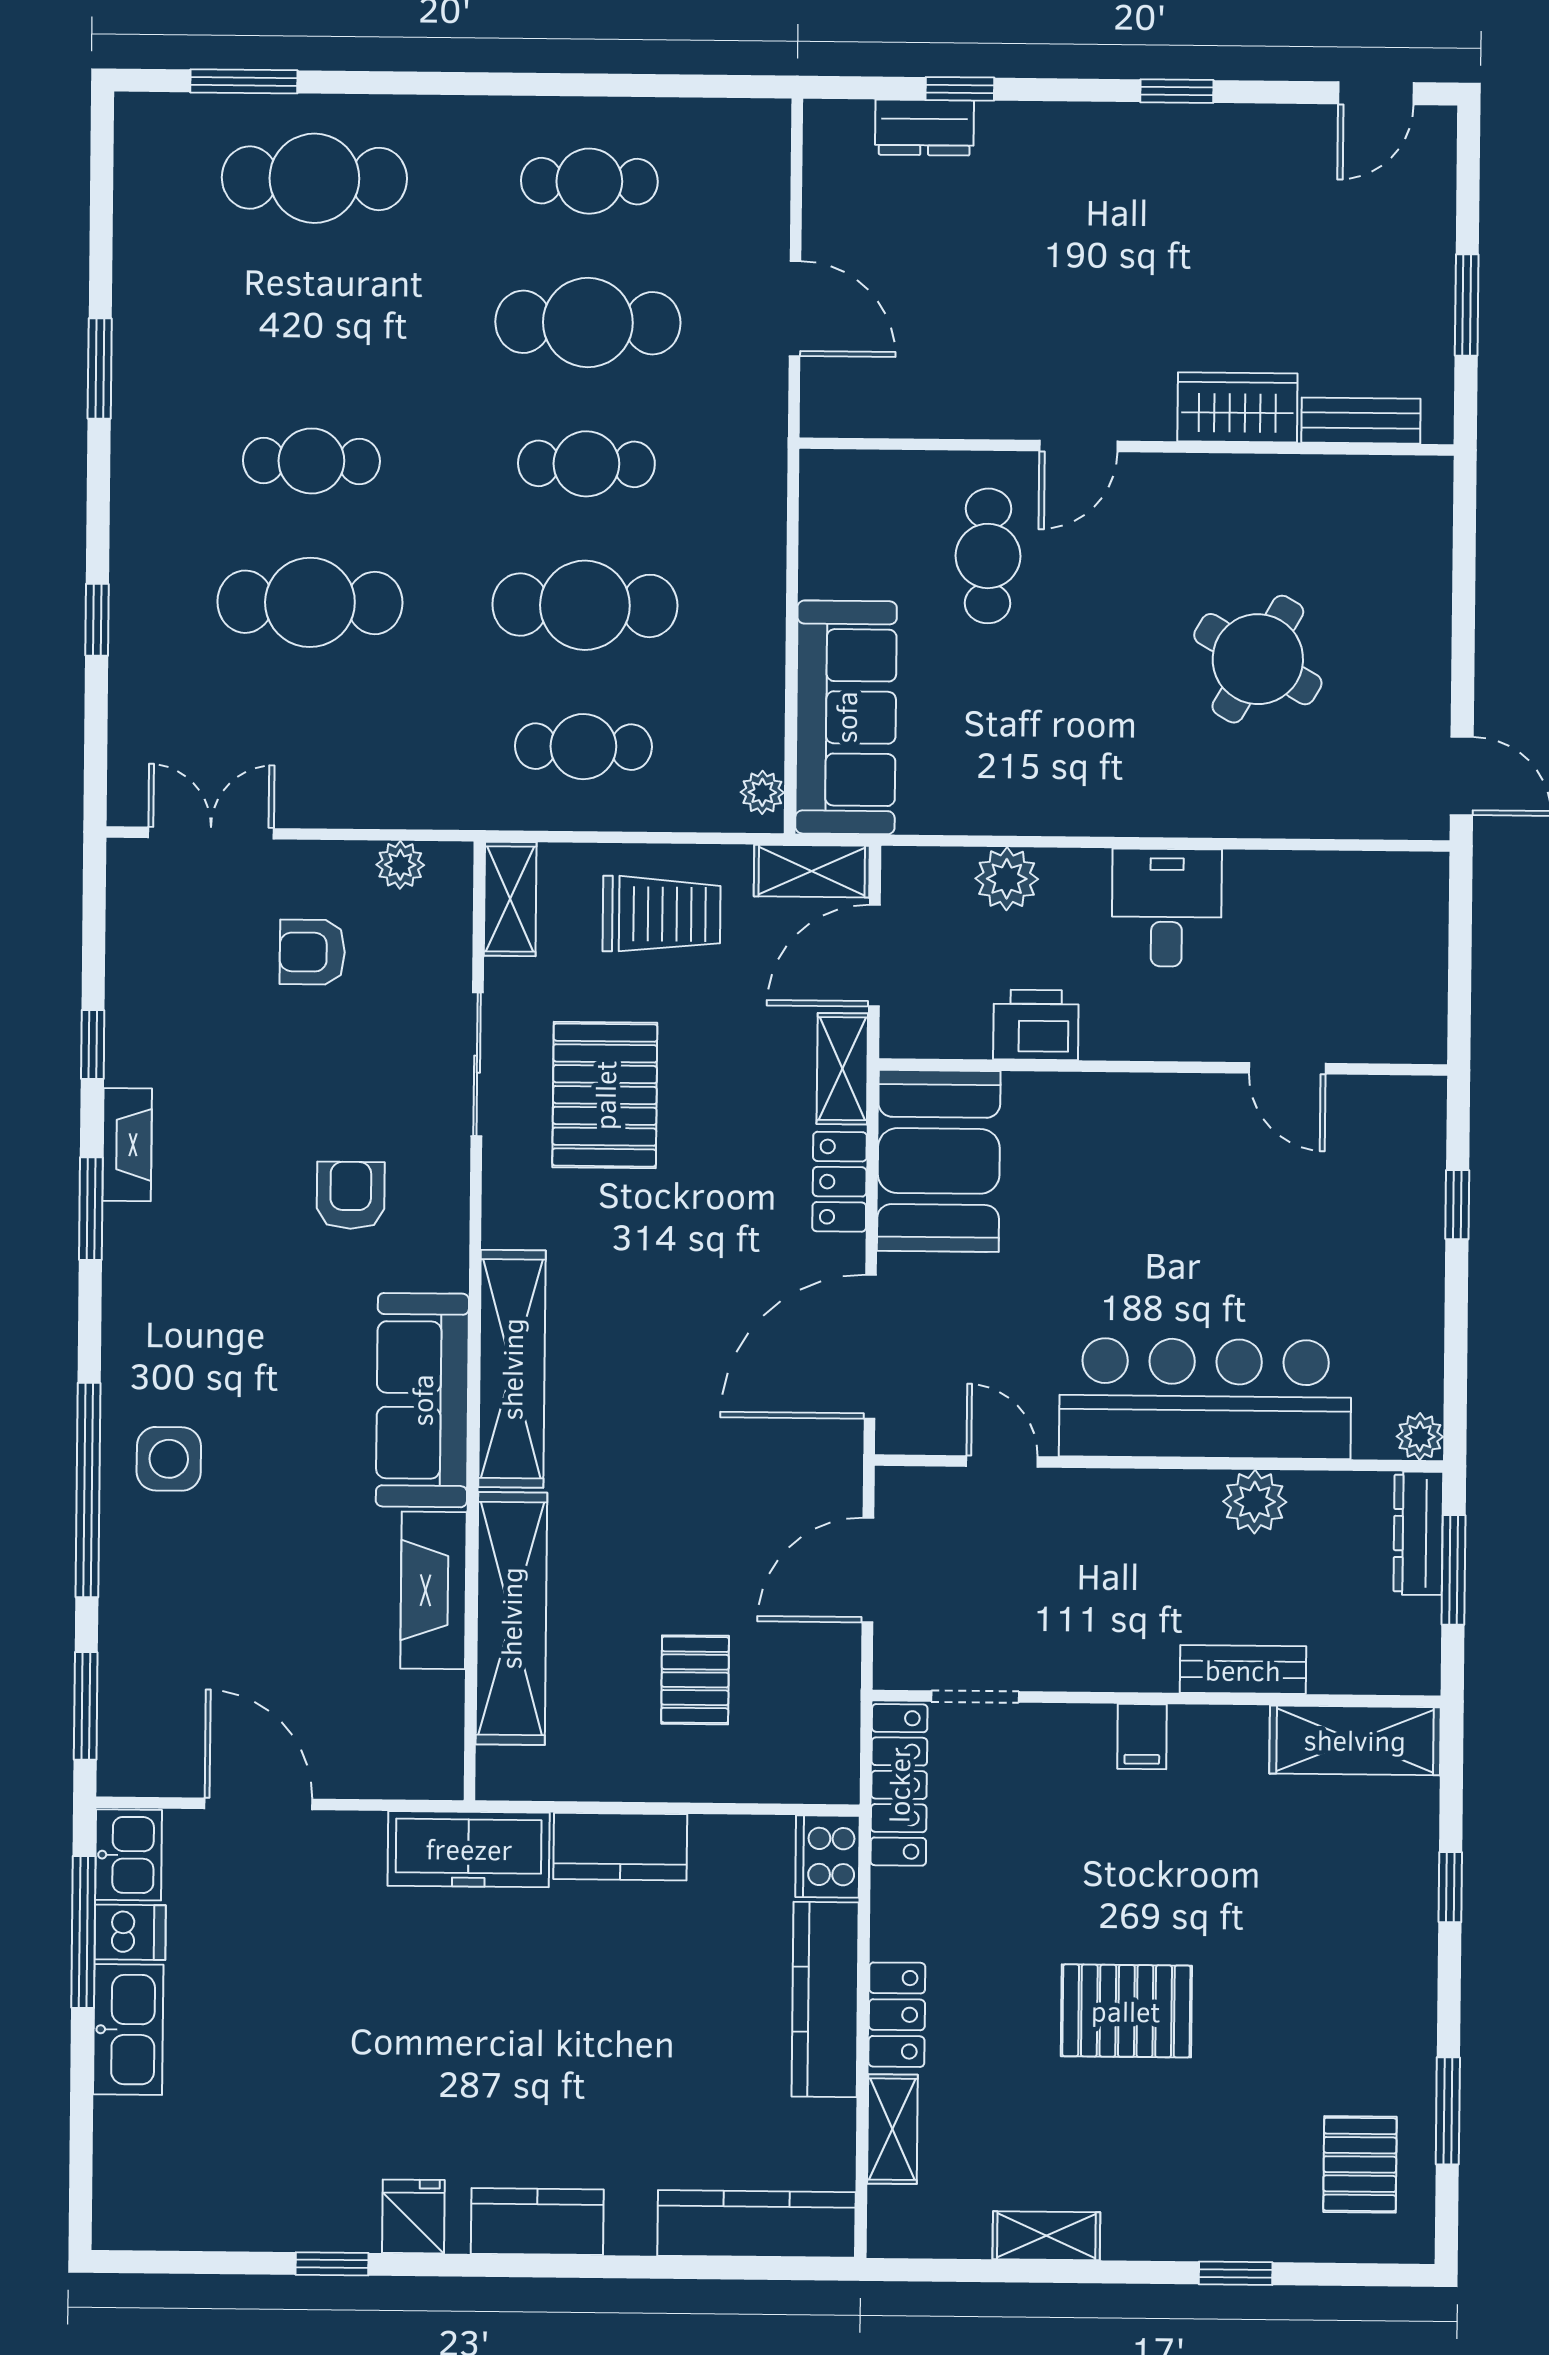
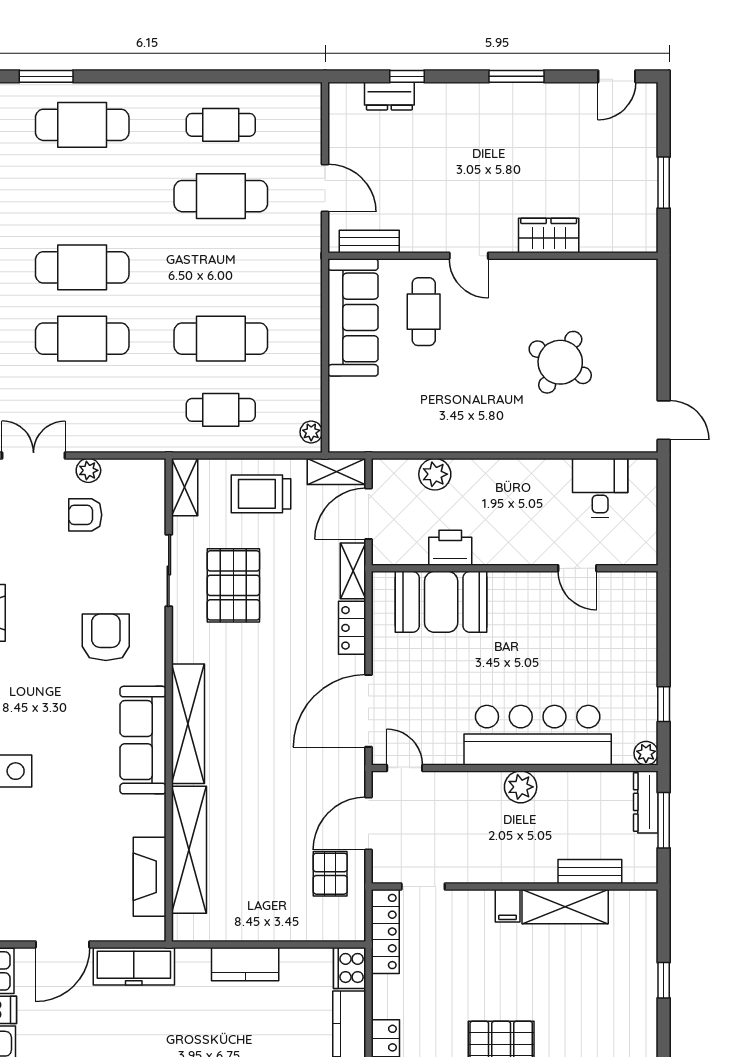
window: (1177, 91) -> (516, 76), width x1.50
bench: (1361, 421) -> (369, 241), moved
door: (1078, 446) -> (469, 256), hinge flipped
cafe table: (311, 461) -> (82, 267), width x1.37, depth x1.35
cafe table: (586, 464) -> (221, 267), removed
sofa: (846, 717) -> (353, 317), moved
plant: (400, 865) -> (88, 470), moved
desk: (1167, 908) -> (600, 488), moved
trolley: (662, 914) -> (261, 494), turned 180
booth: (939, 1161) -> (441, 602), moved, turned 90
armchair: (351, 1195) -> (106, 637), width x1.38, depth x1.38
window: (1457, 1205) -> (664, 704), moved
door: (1002, 1461) -> (405, 768), moved
plant: (1255, 1502) -> (521, 787), moved
fireplace: (433, 1590) -> (150, 877), moved
bench: (1243, 1670) -> (590, 872), moved
pallet: (695, 1680) -> (330, 874), moved
shelving: (1355, 1740) -> (565, 907), moved
door: (258, 1804) -> (63, 944), swing flipped
freezer: (469, 1849) -> (134, 966), moved

